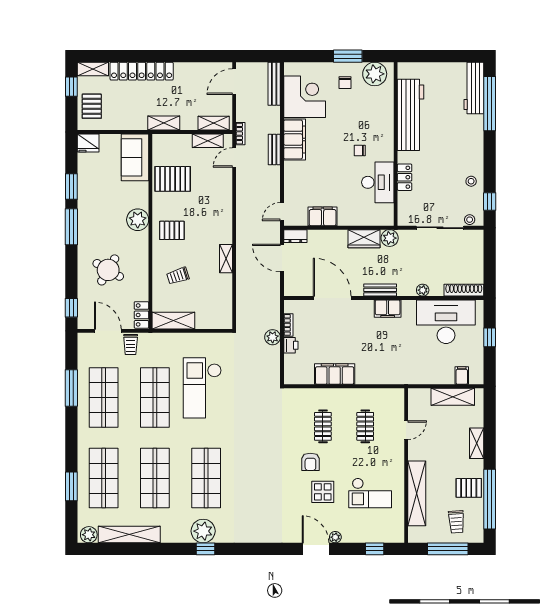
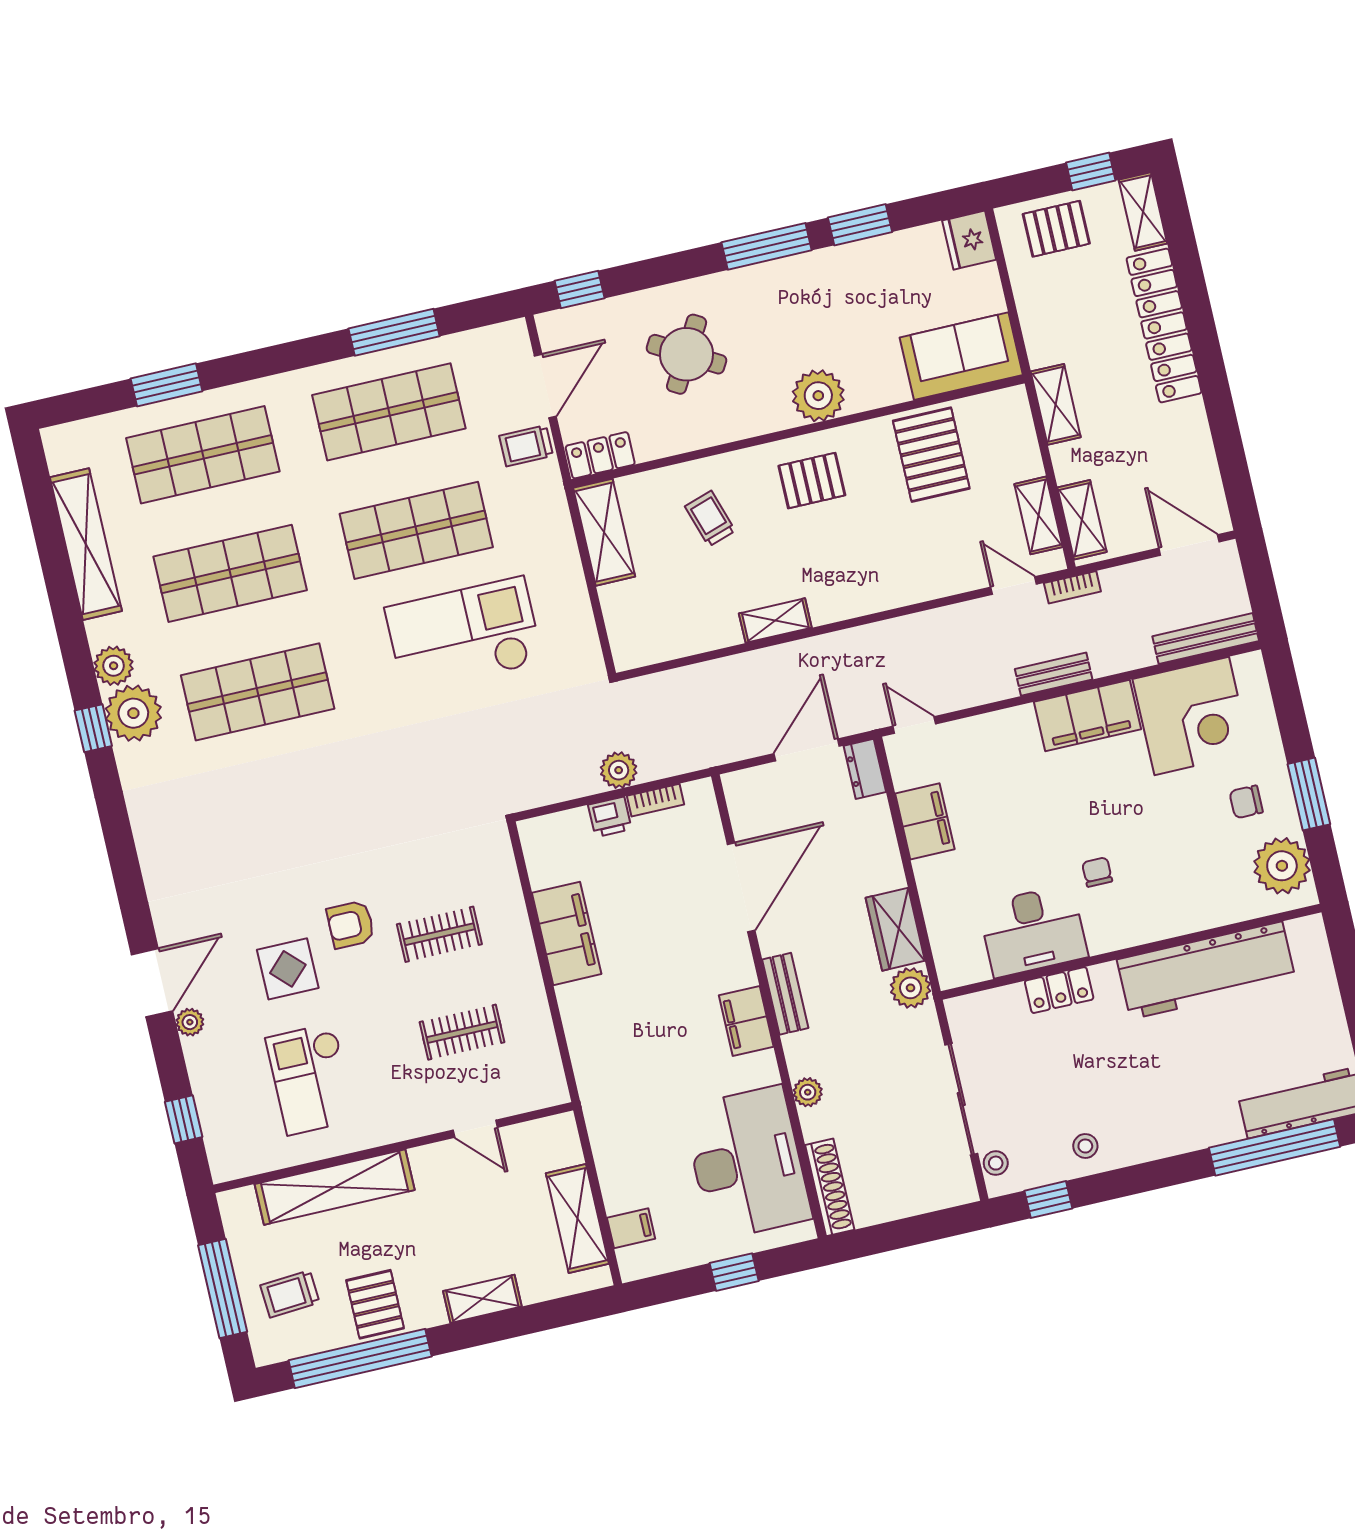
pallet: (172, 230) -> (812, 481), turned 90
plant: (89, 535) -> (114, 666), moved

